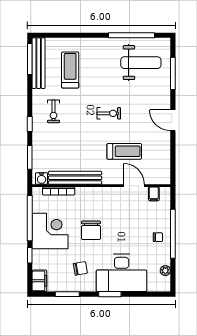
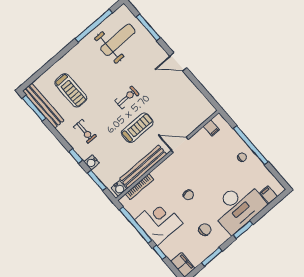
treadmill: (70, 70) -> (71, 90), turned 180
water cooler: (38, 140) -> (92, 162), added
treadmill: (124, 151) -> (137, 128), moved
door: (134, 186) -> (180, 145), moved
chair: (91, 230) -> (188, 195), width x0.54, depth x0.54
plant: (165, 271) -> (269, 177), removed
filing cabinet: (153, 284) -> (269, 195), added

